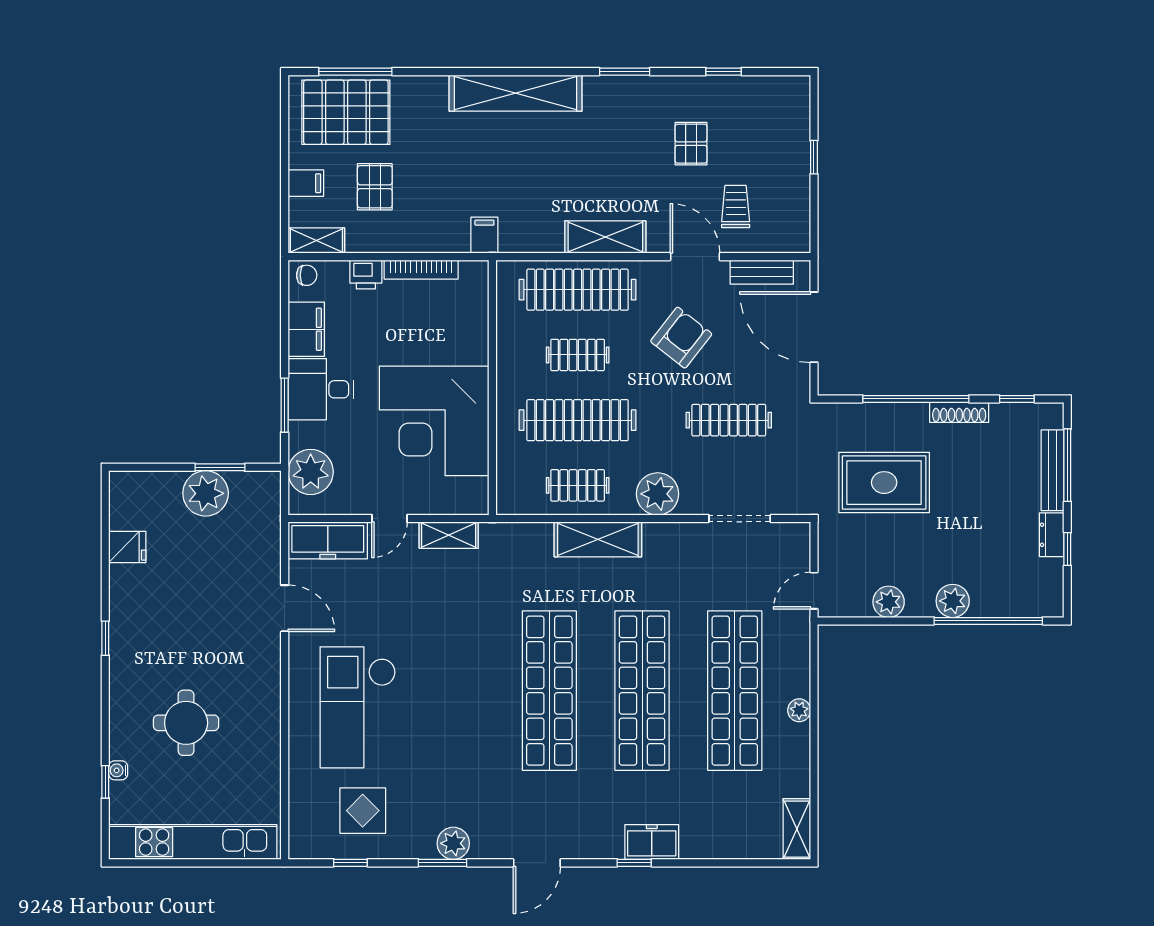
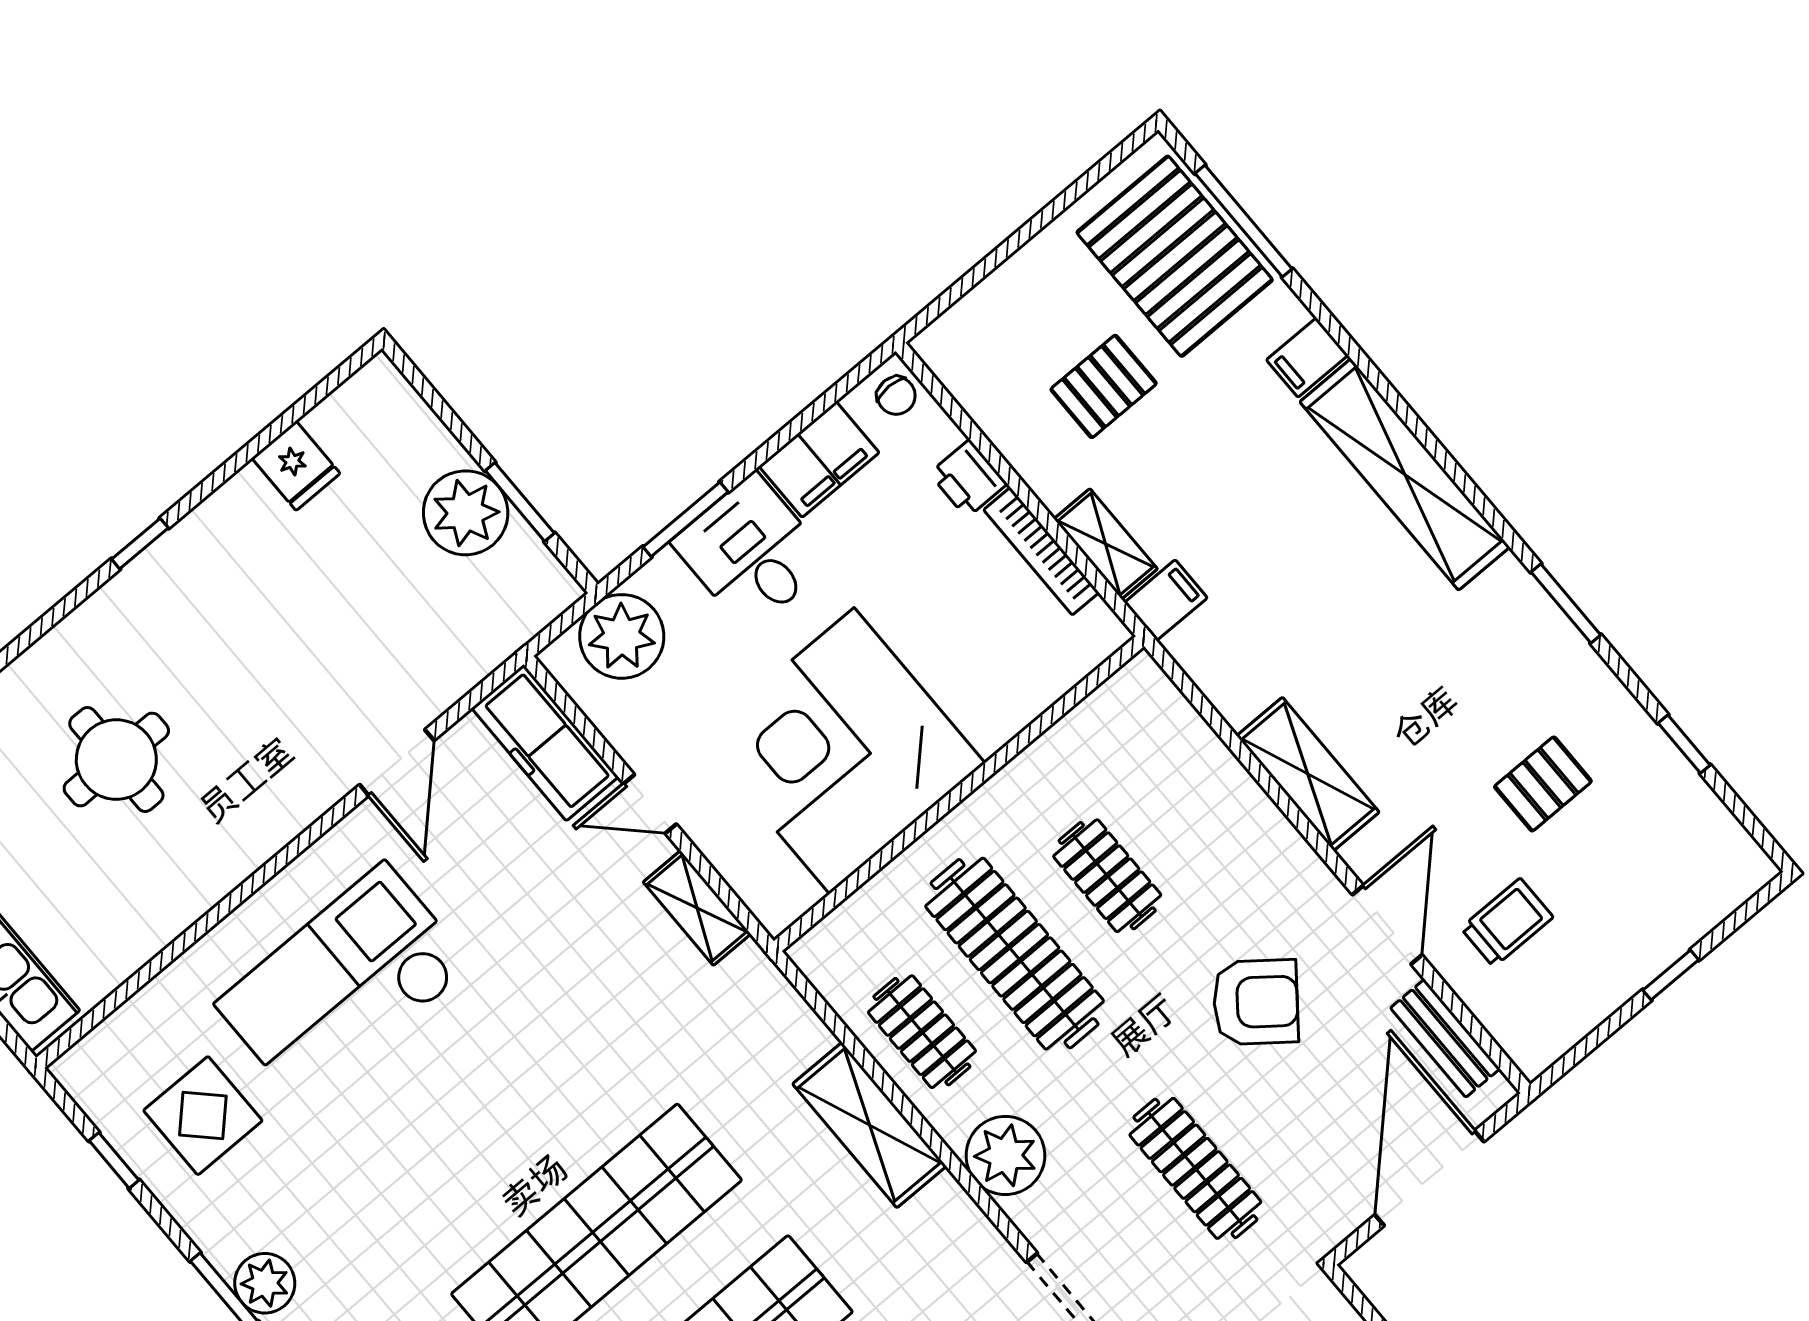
filing cabinet: (306, 183) -> (1307, 358), moved, turned 90
shelving: (316, 240) -> (1106, 544), moved
clothes rail: (578, 290) -> (1200, 798), removed

